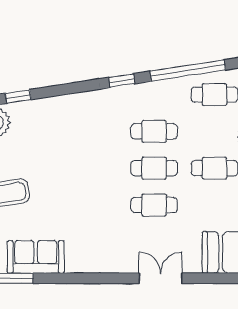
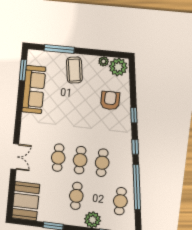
window: (18, 96) -> (134, 115), moved
armchair: (51, 130) -> (110, 101), added
sofa: (36, 257) -> (34, 90), width x1.36

